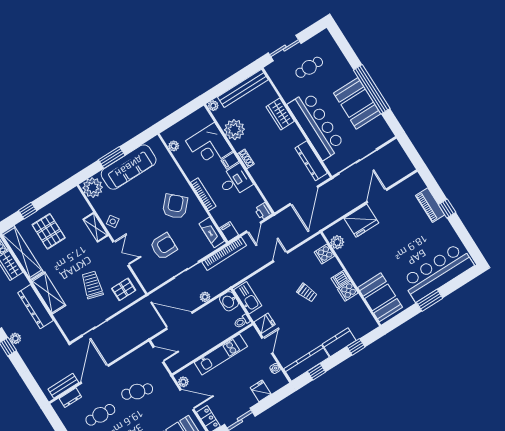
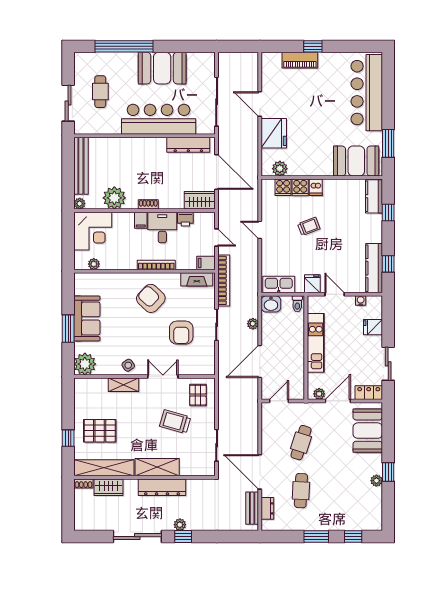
window: (372, 89) -> (124, 46), moved
wardrobe: (280, 114) -> (200, 200), moved, turned 180
corner desk: (209, 146) -> (93, 231), moved
sofa: (129, 167) -> (87, 318), width x0.73
printer: (263, 211) -> (185, 219), moved
armchair: (164, 246) -> (181, 333), turned 180
cooker: (348, 291) -> (300, 187), moved
window: (430, 300) -> (388, 143), moved
kitchen counter: (339, 342) -> (374, 196), moved

